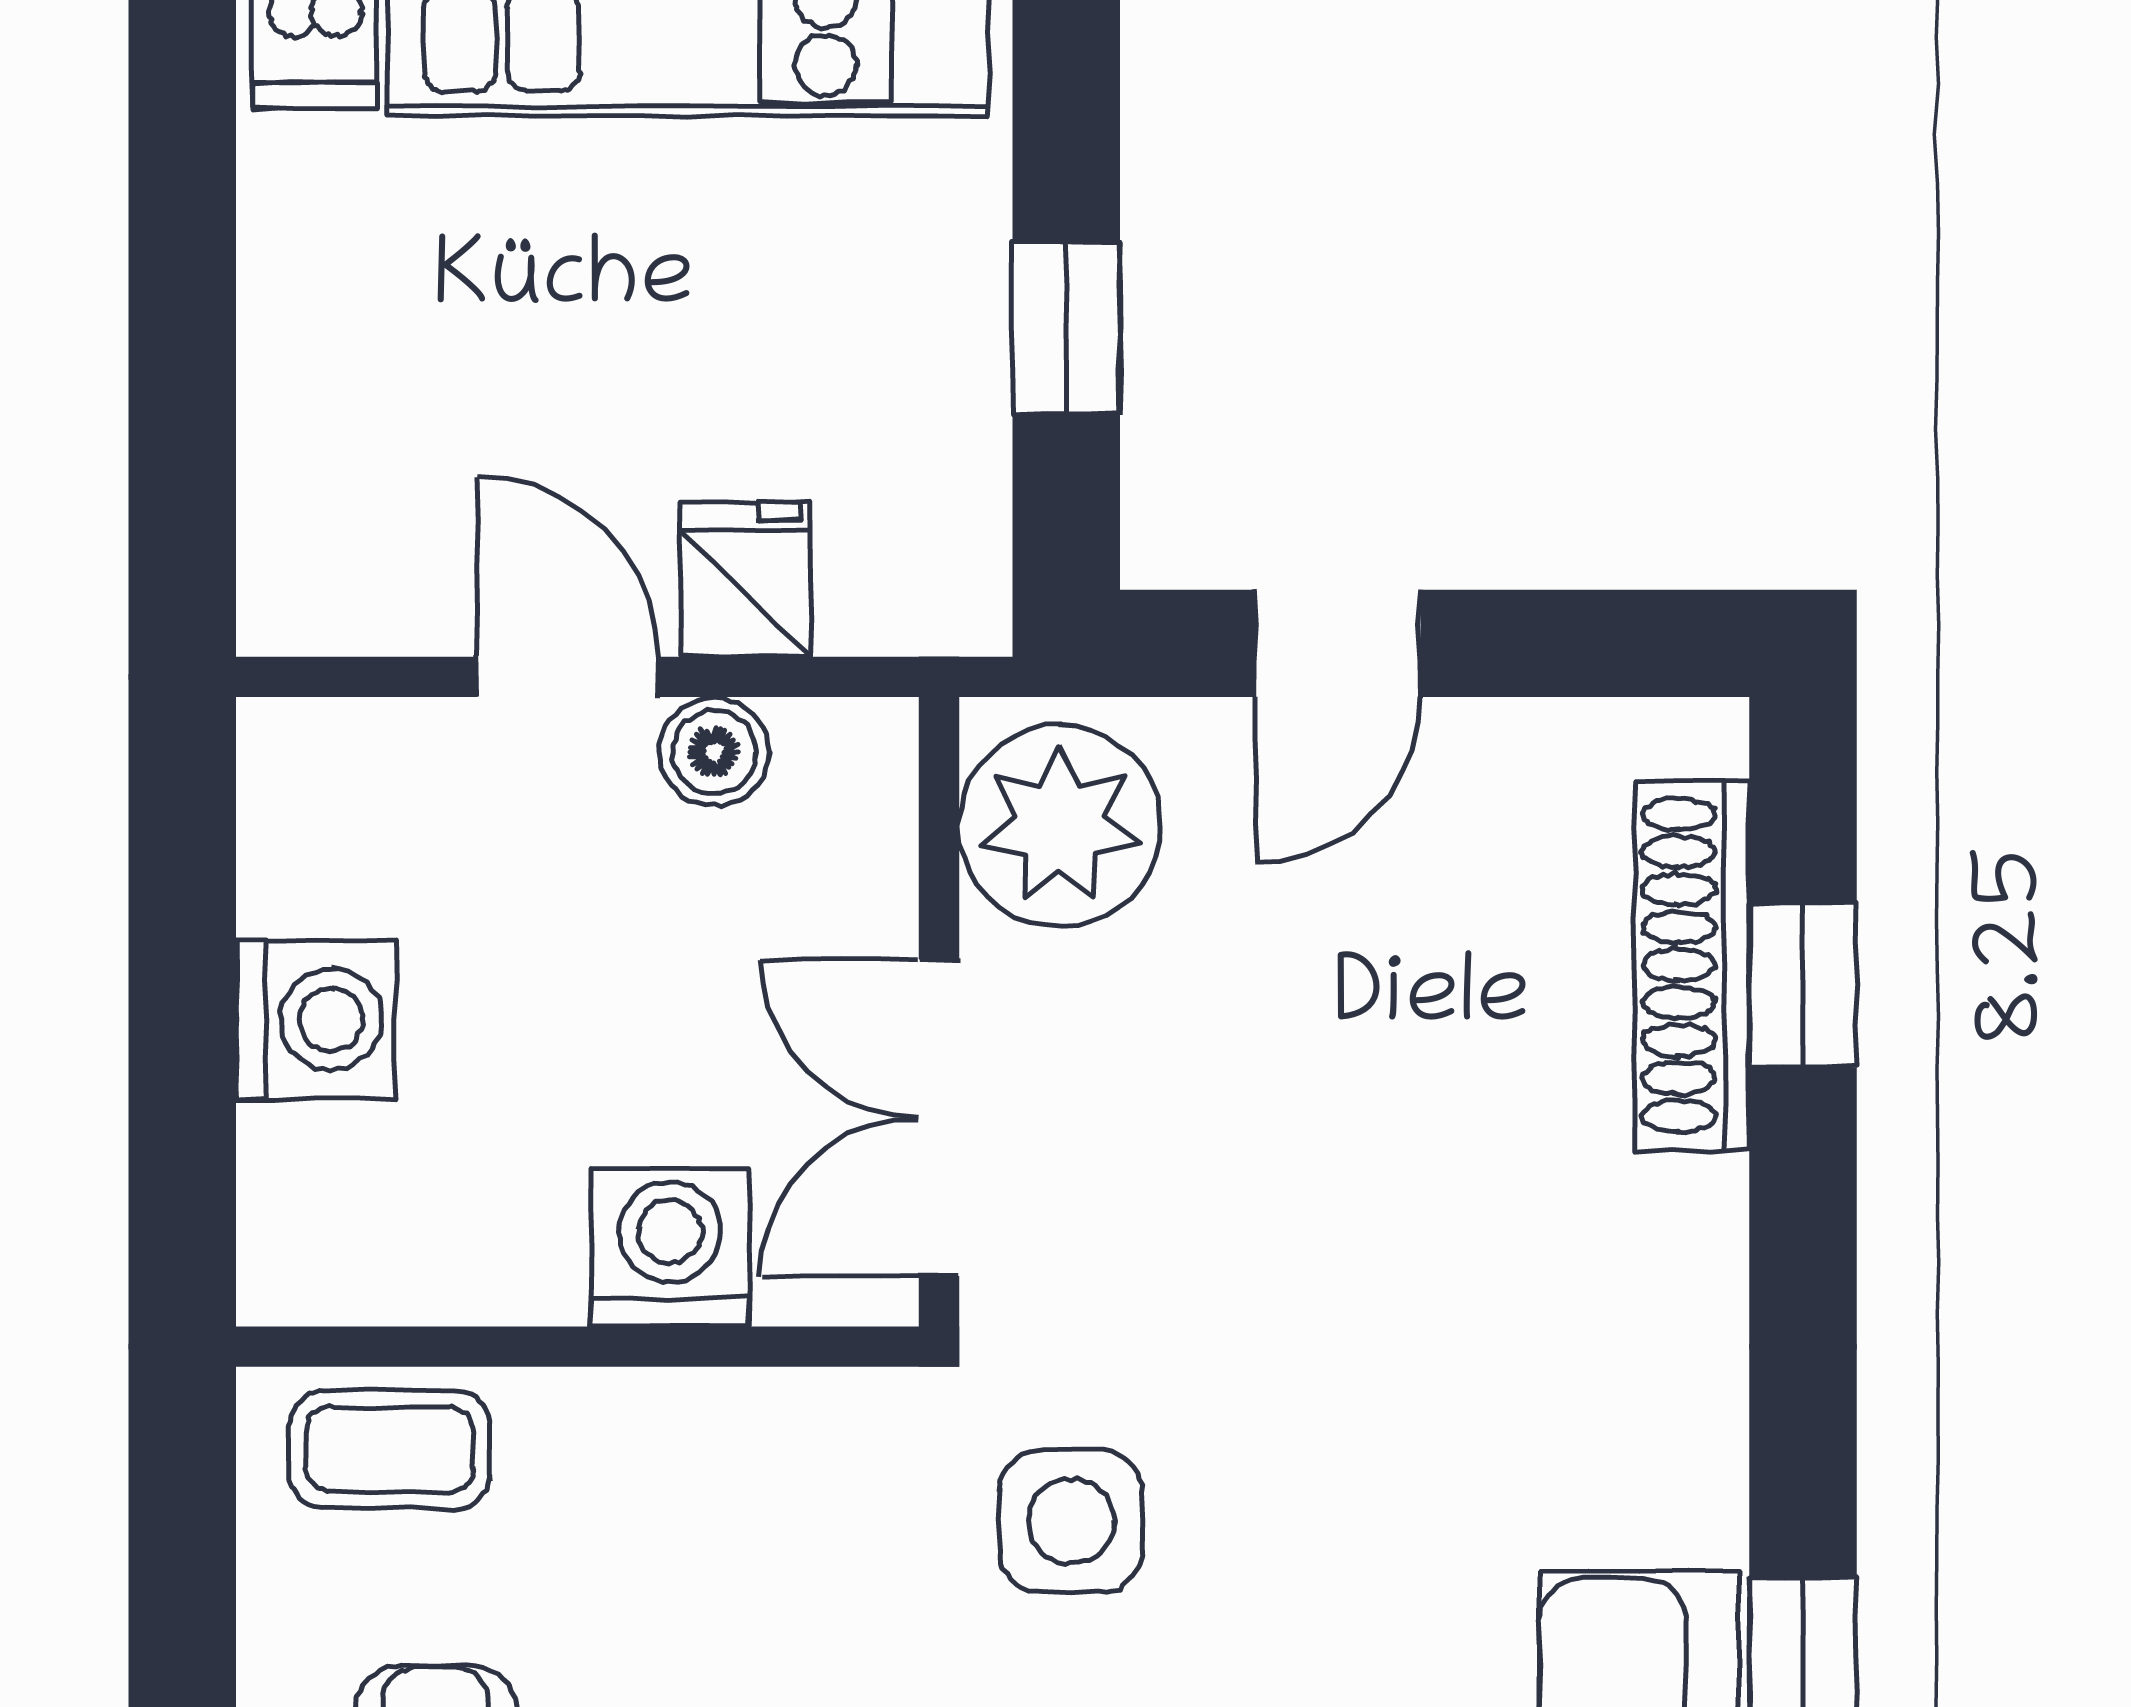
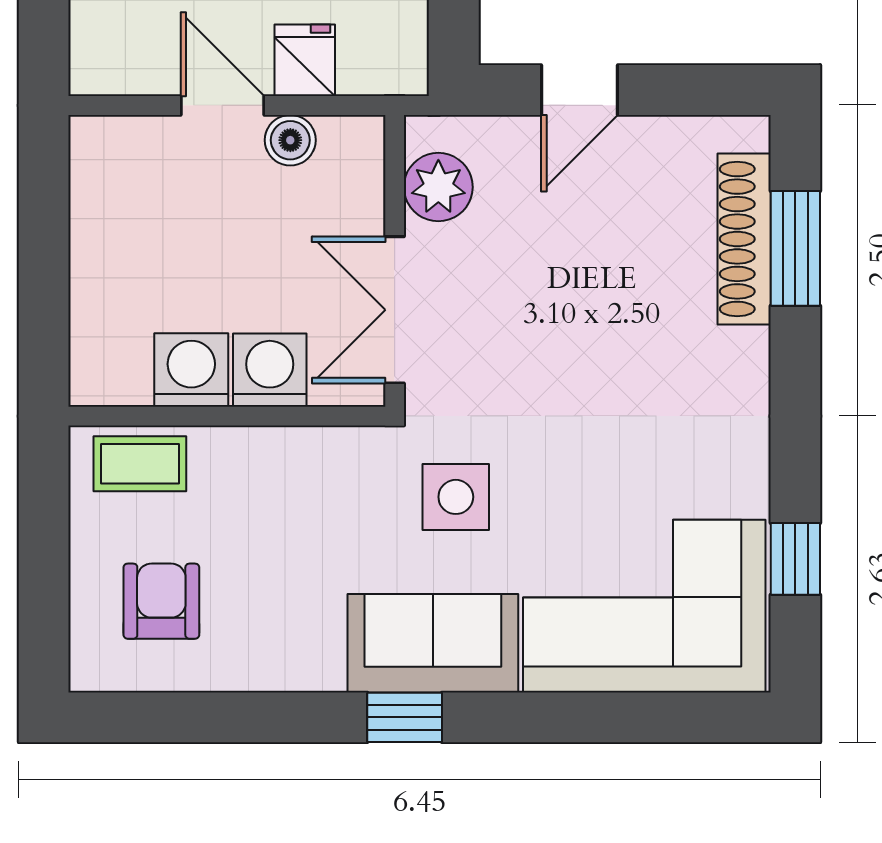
plant: (1060, 826) -> (438, 187), width x0.73, depth x0.73
window: (1803, 985) -> (795, 248), width x1.50
washing machine: (315, 1020) -> (191, 370), moved, turned -90

